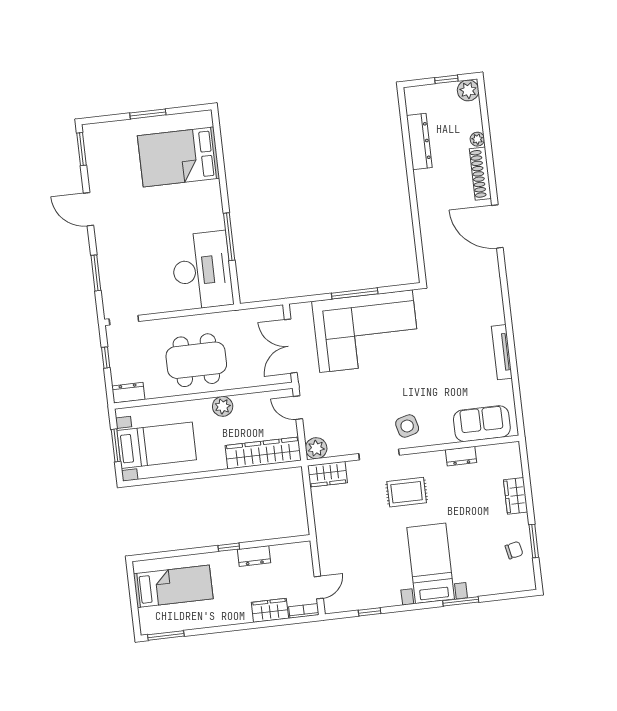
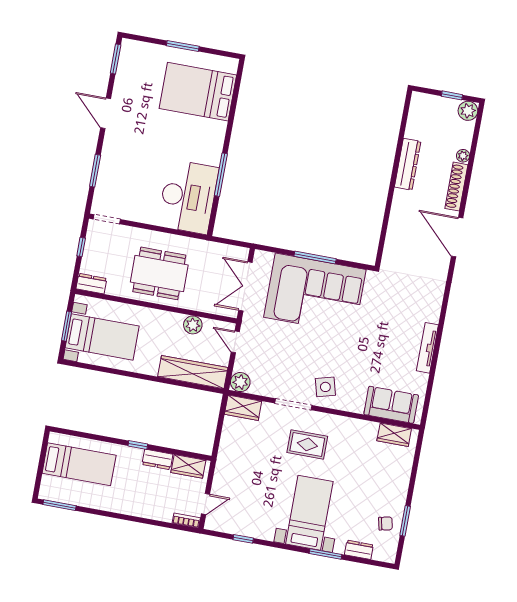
dresser: (419, 141) -> (408, 164), moved
plant: (223, 406) -> (193, 325), moved
dresser: (461, 456) -> (359, 550), moved, turned 180
wardrobe: (516, 496) -> (394, 435), moved, turned -90
wardrobe: (270, 610) -> (188, 466), moved, turned 180

